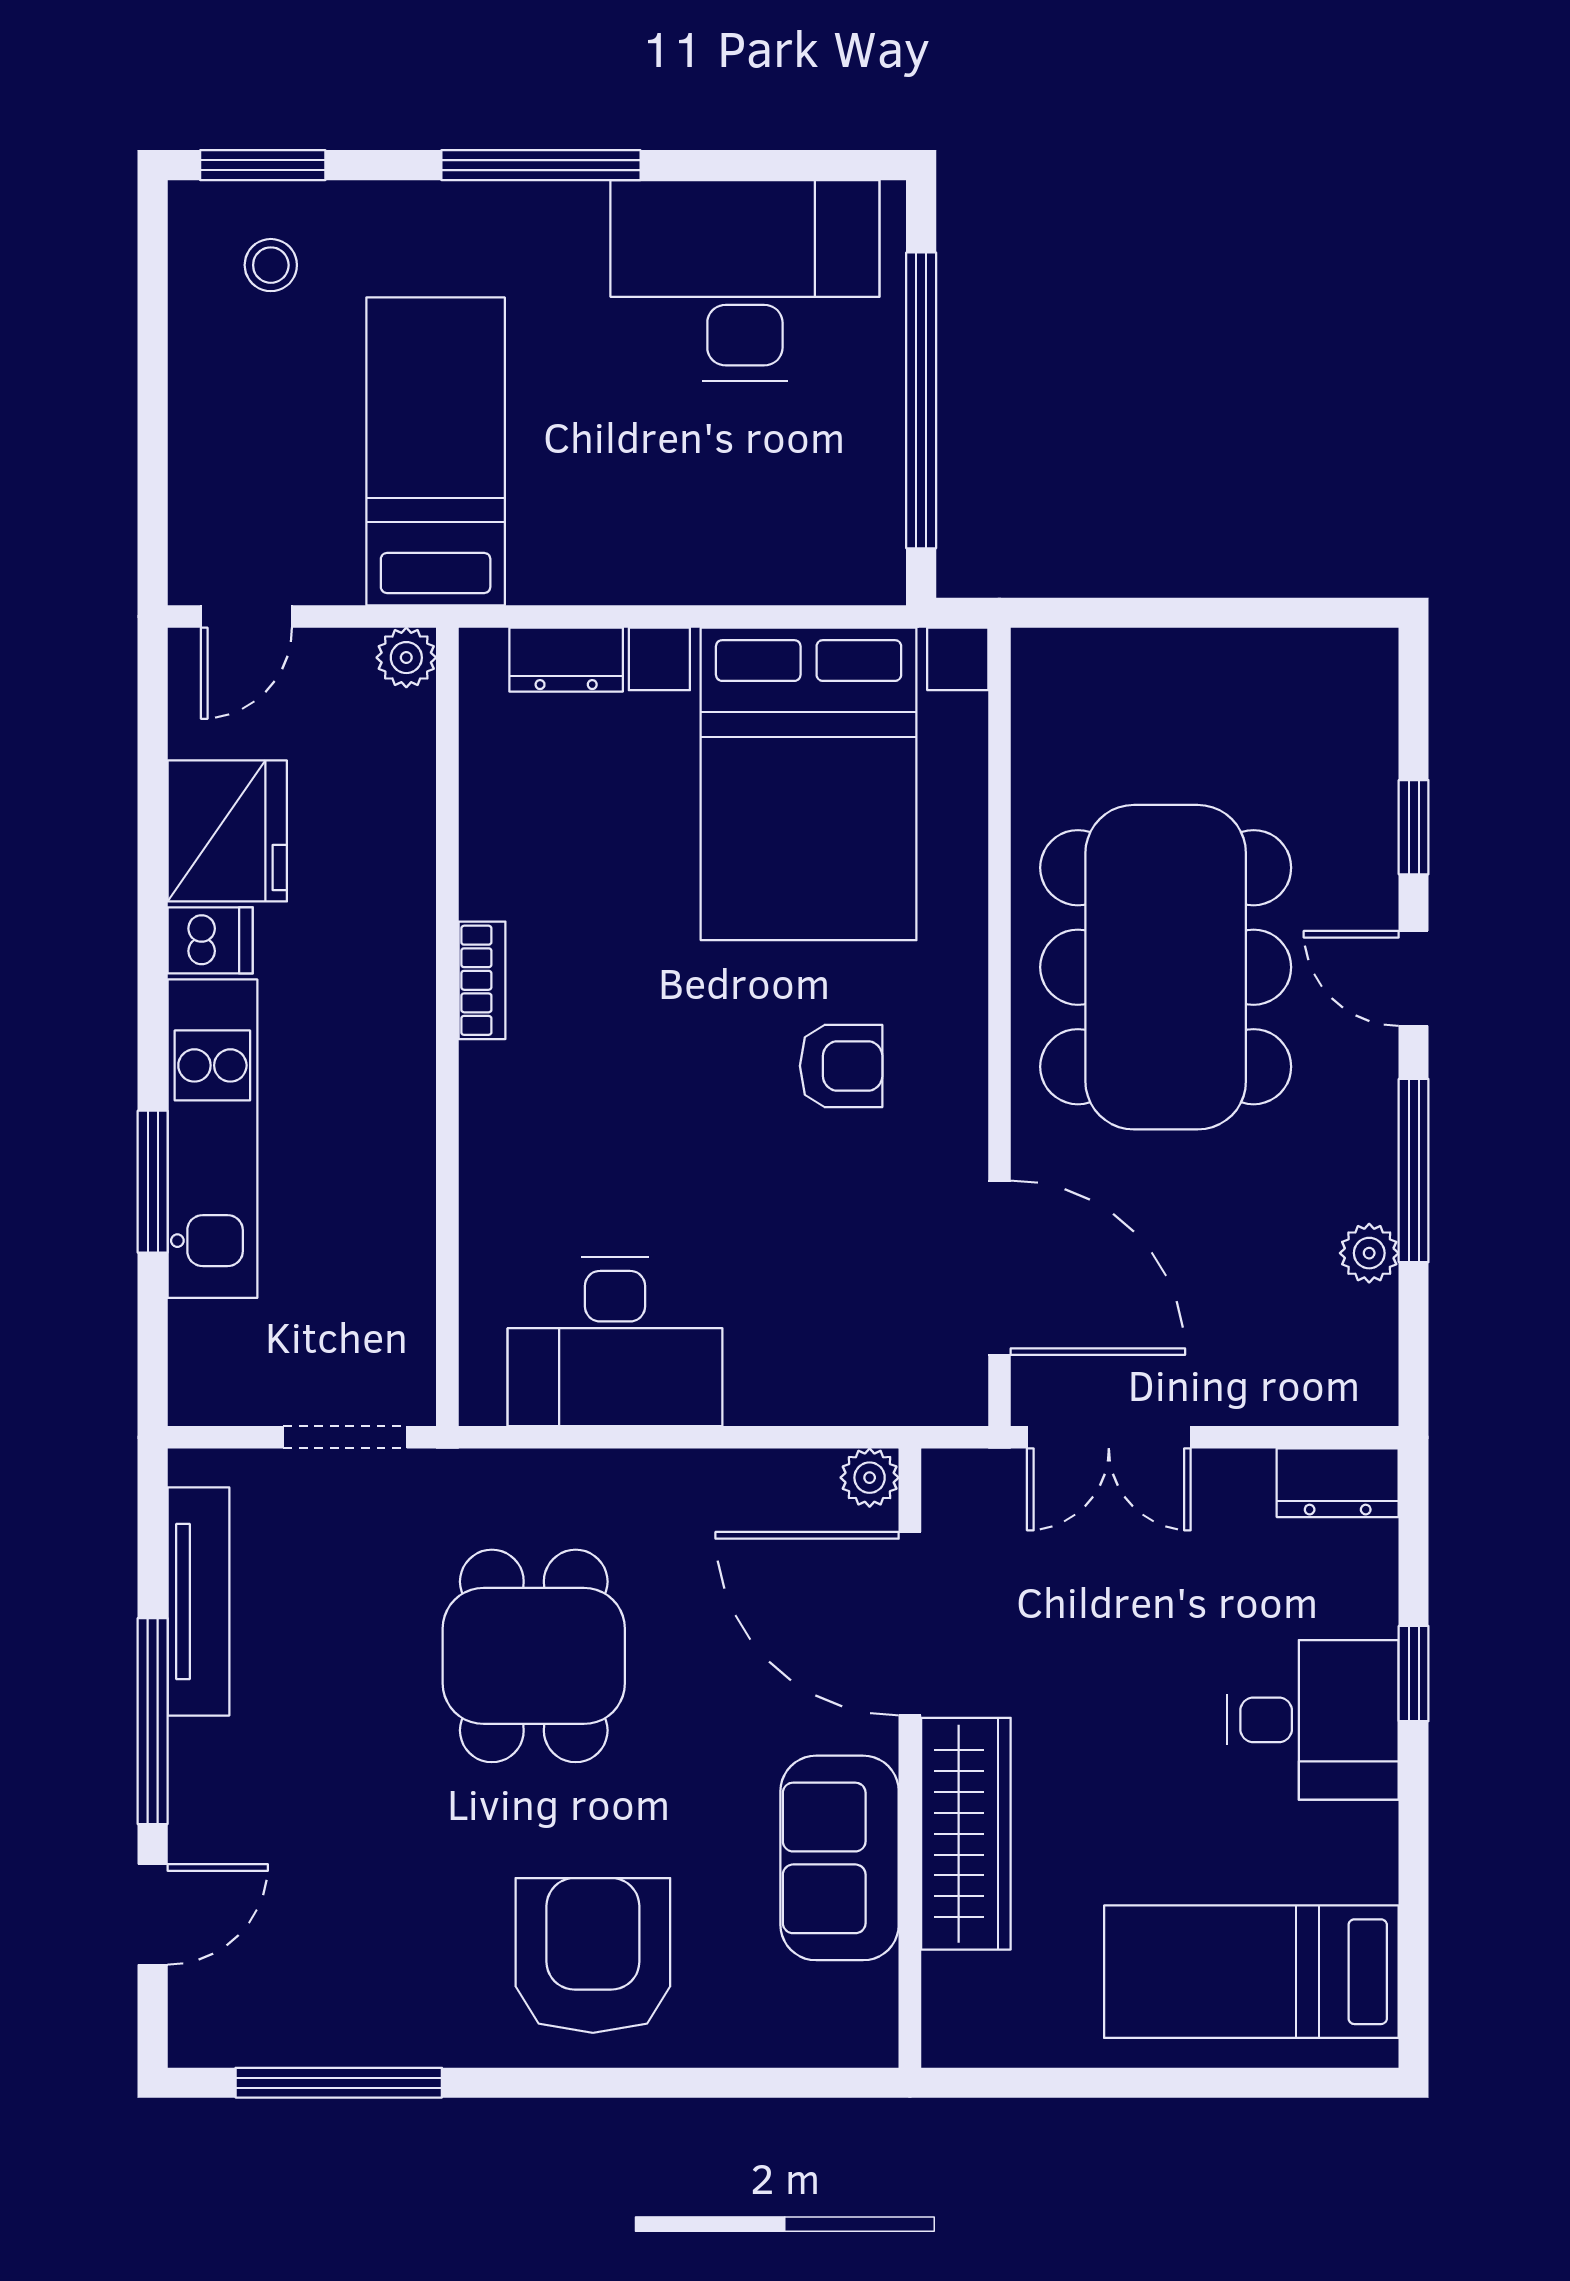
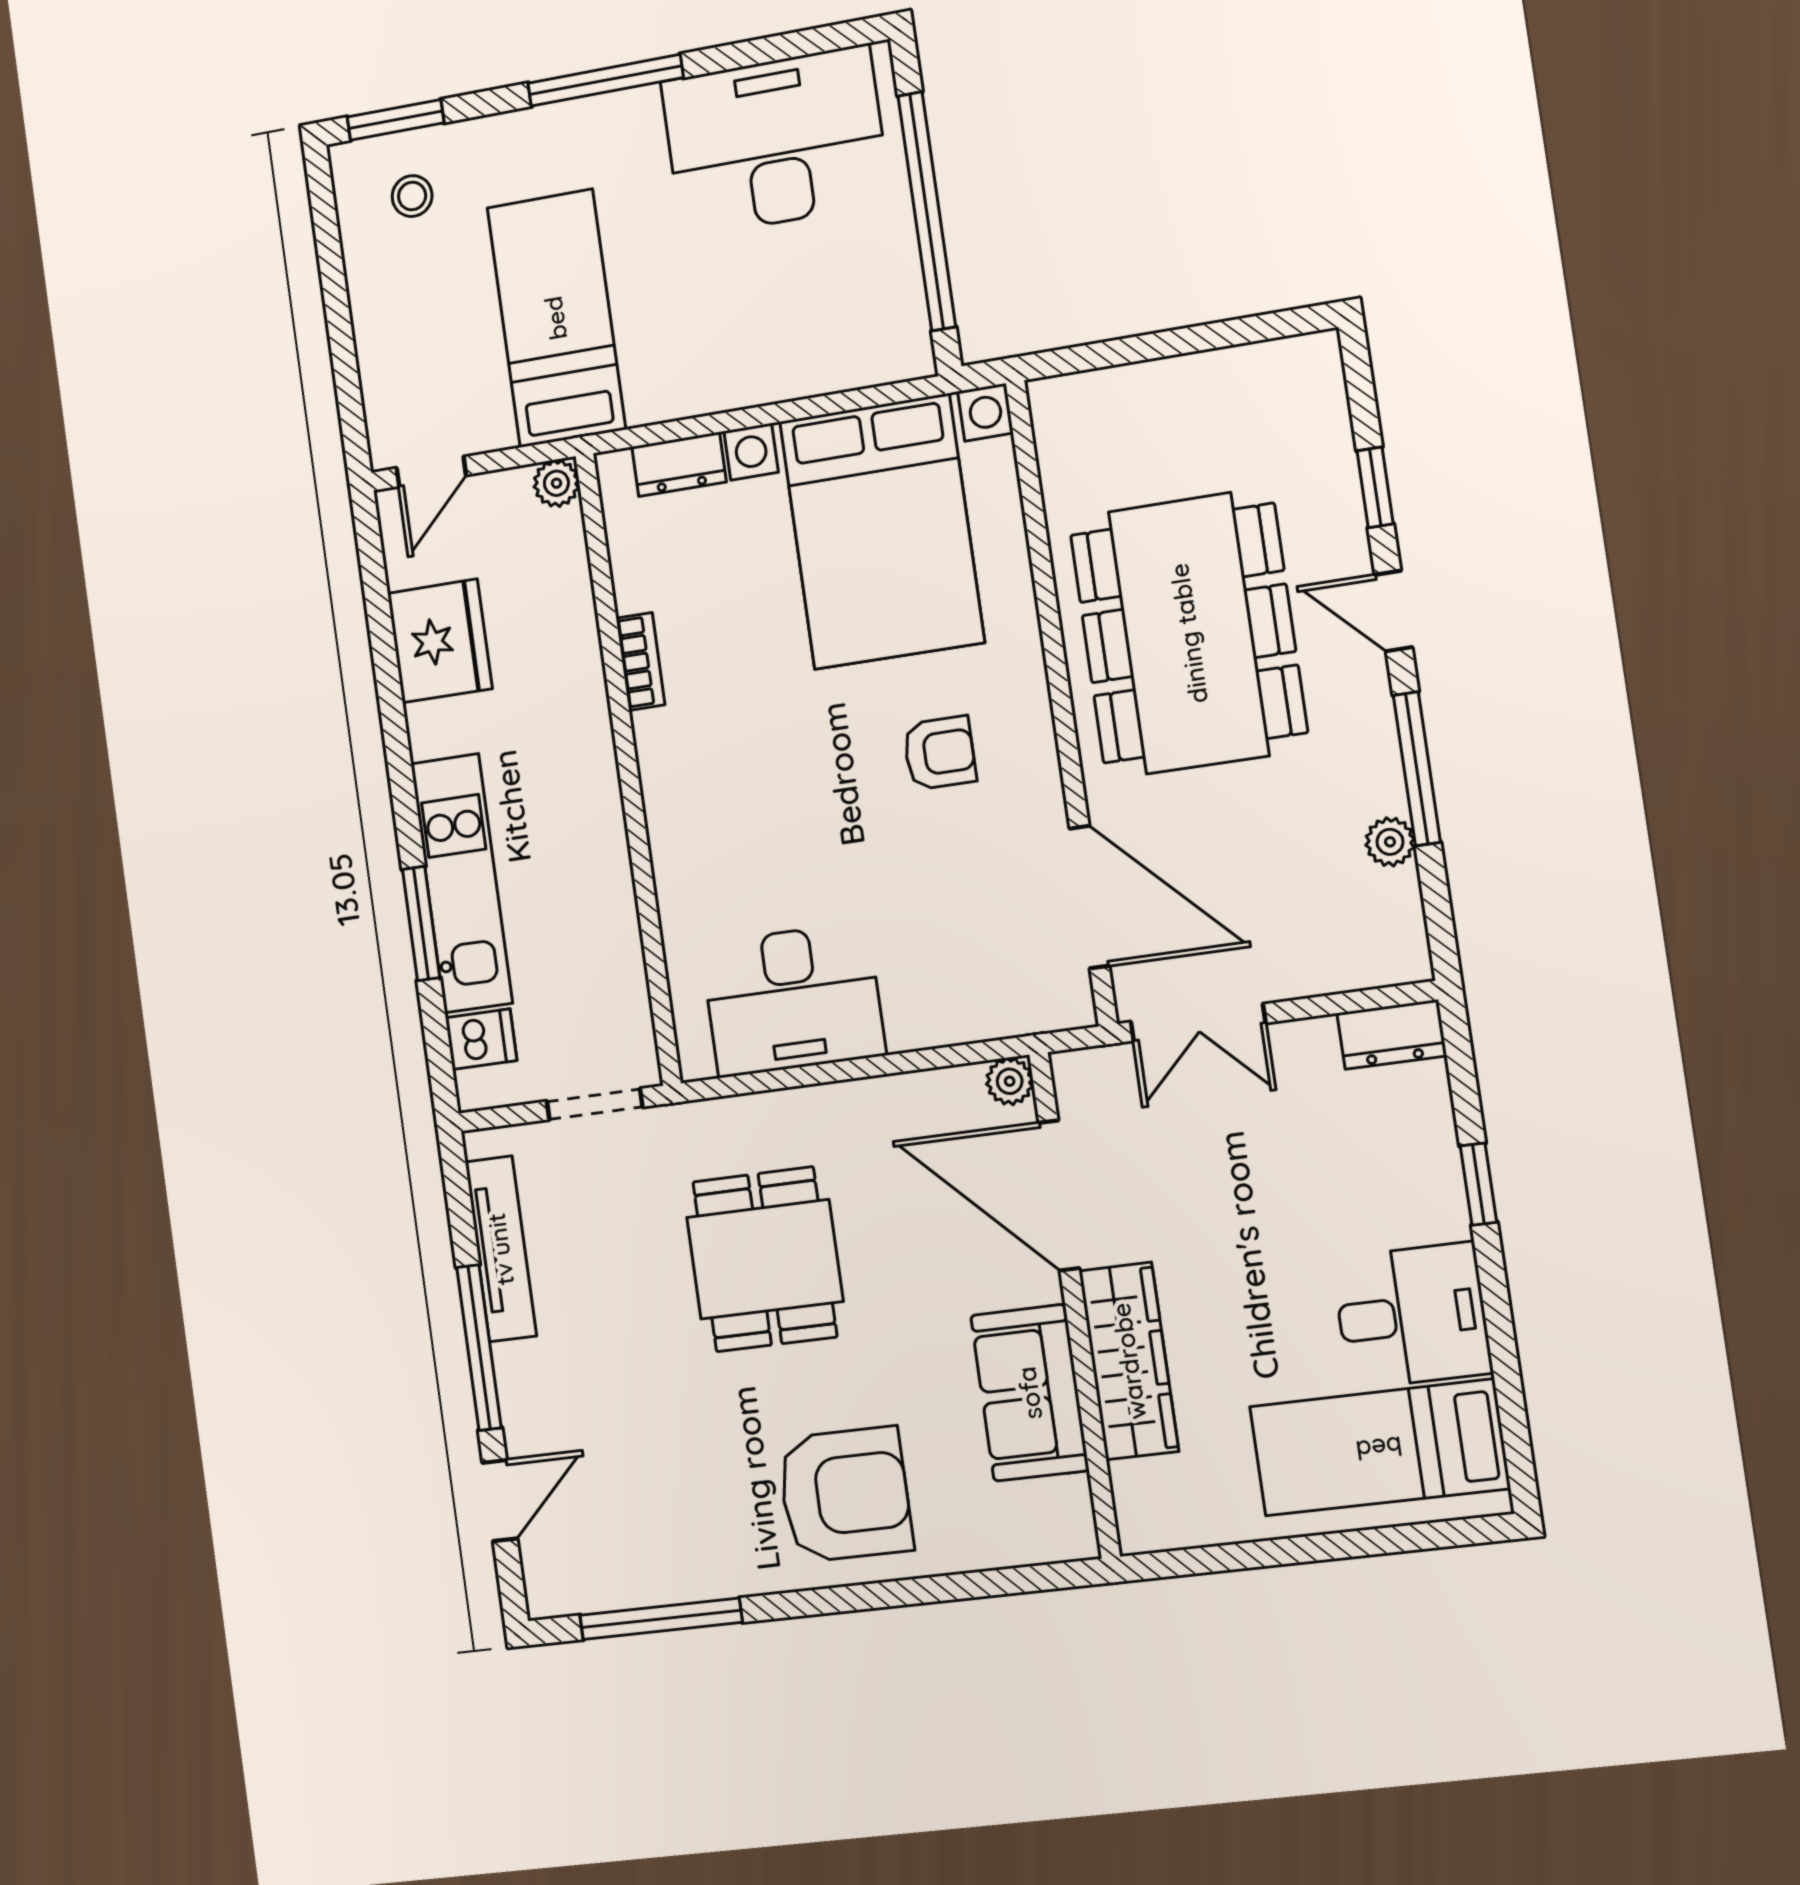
dishwasher: (210, 940) -> (481, 1039), moved
bookcase: (482, 980) -> (640, 661), moved
desk: (1313, 1720) -> (1412, 1316), moved
armchair: (593, 1955) -> (845, 1495), turned 90

